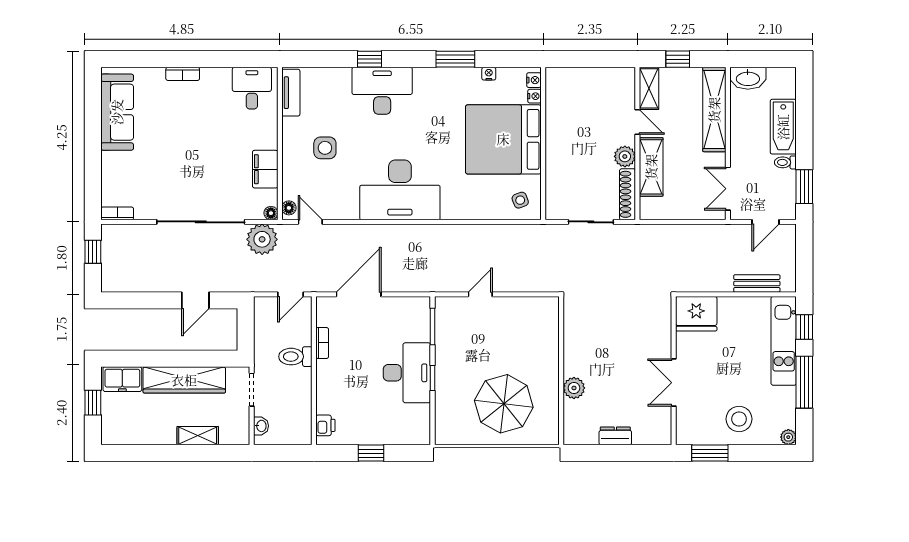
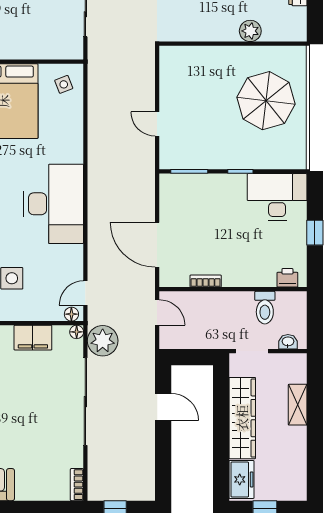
toilet: (295, 357) -> (265, 308), moved
desk: (407, 373) -> (277, 197), moved

